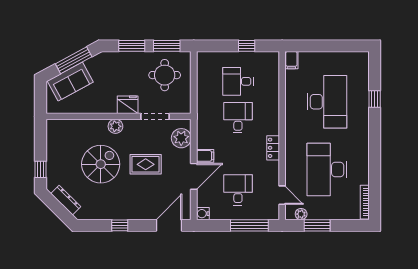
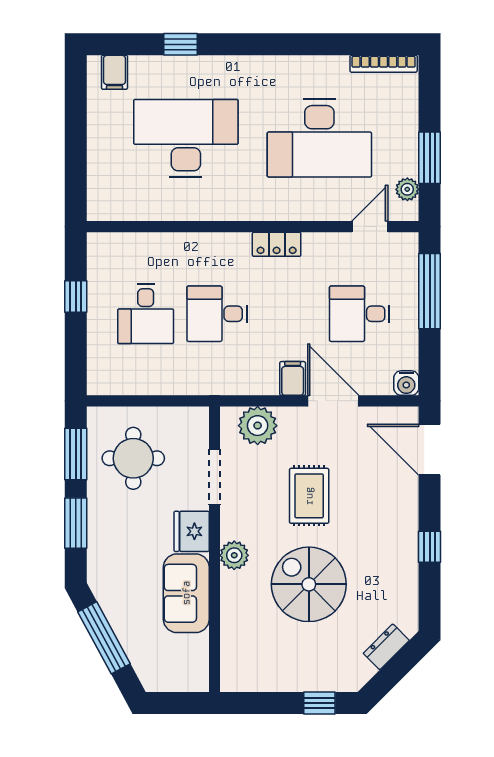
filing cabinet: (291, 60) -> (114, 72), moved, turned 90
sofa: (70, 82) -> (186, 593), moved, turned -152
dresser: (66, 200) -> (386, 647), width x0.70

